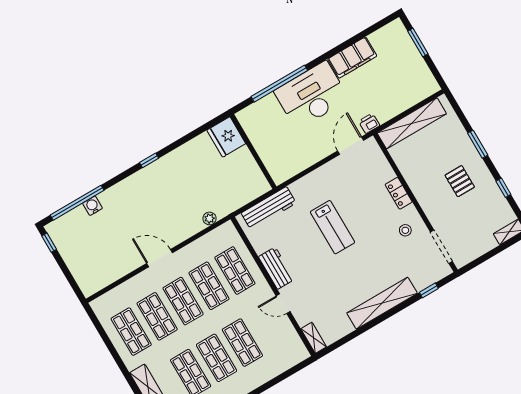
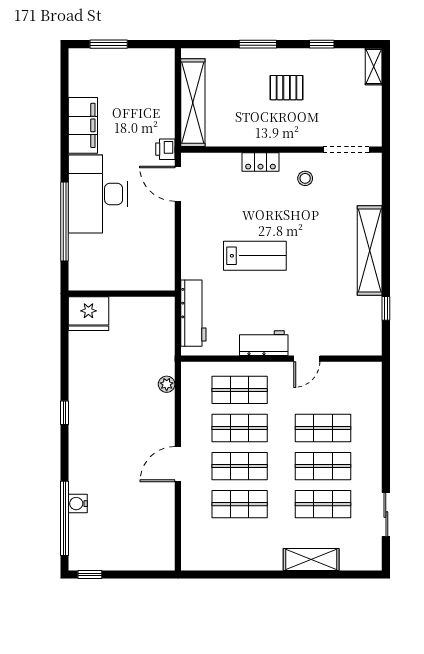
window: (429, 290) -> (386, 308), moved
shop shelf: (131, 332) -> (240, 542), removed
shelving: (314, 338) -> (363, 347), removed

